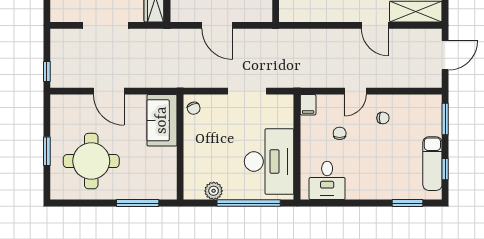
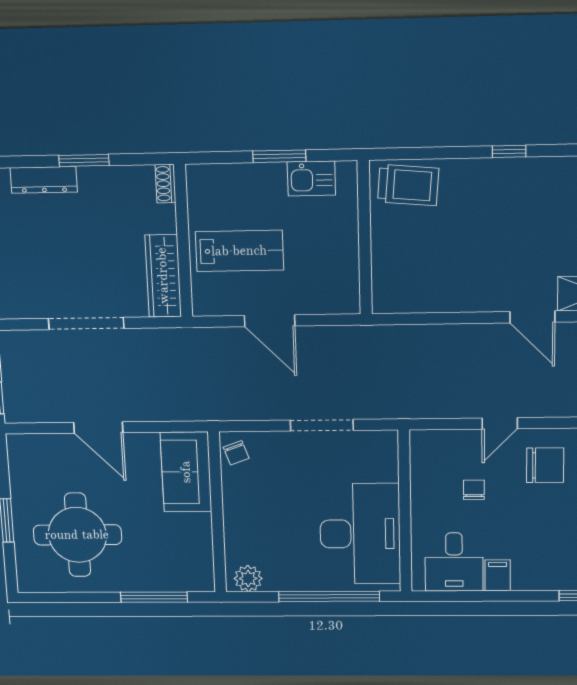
filing cabinet: (308, 105) -> (498, 575), moved, turned 180
chair: (383, 118) -> (545, 465), width x1.87, depth x1.87
plant: (214, 191) -> (248, 578), moved

